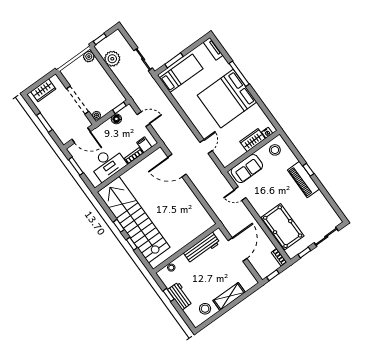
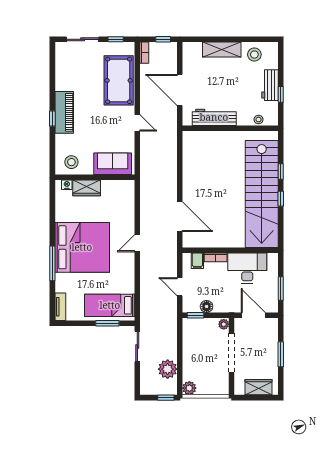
door: (206, 147) -> (137, 243), moved
door: (240, 194) -> (137, 123), moved
door: (238, 249) -> (180, 90), hinge flipped

